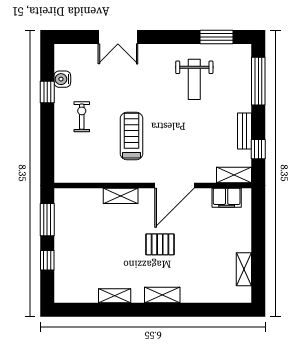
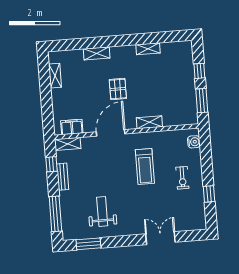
water cooler: (62, 79) -> (194, 142), moved
pallet: (160, 244) -> (118, 89), turned 90
shelving: (162, 295) -> (97, 53), moved

